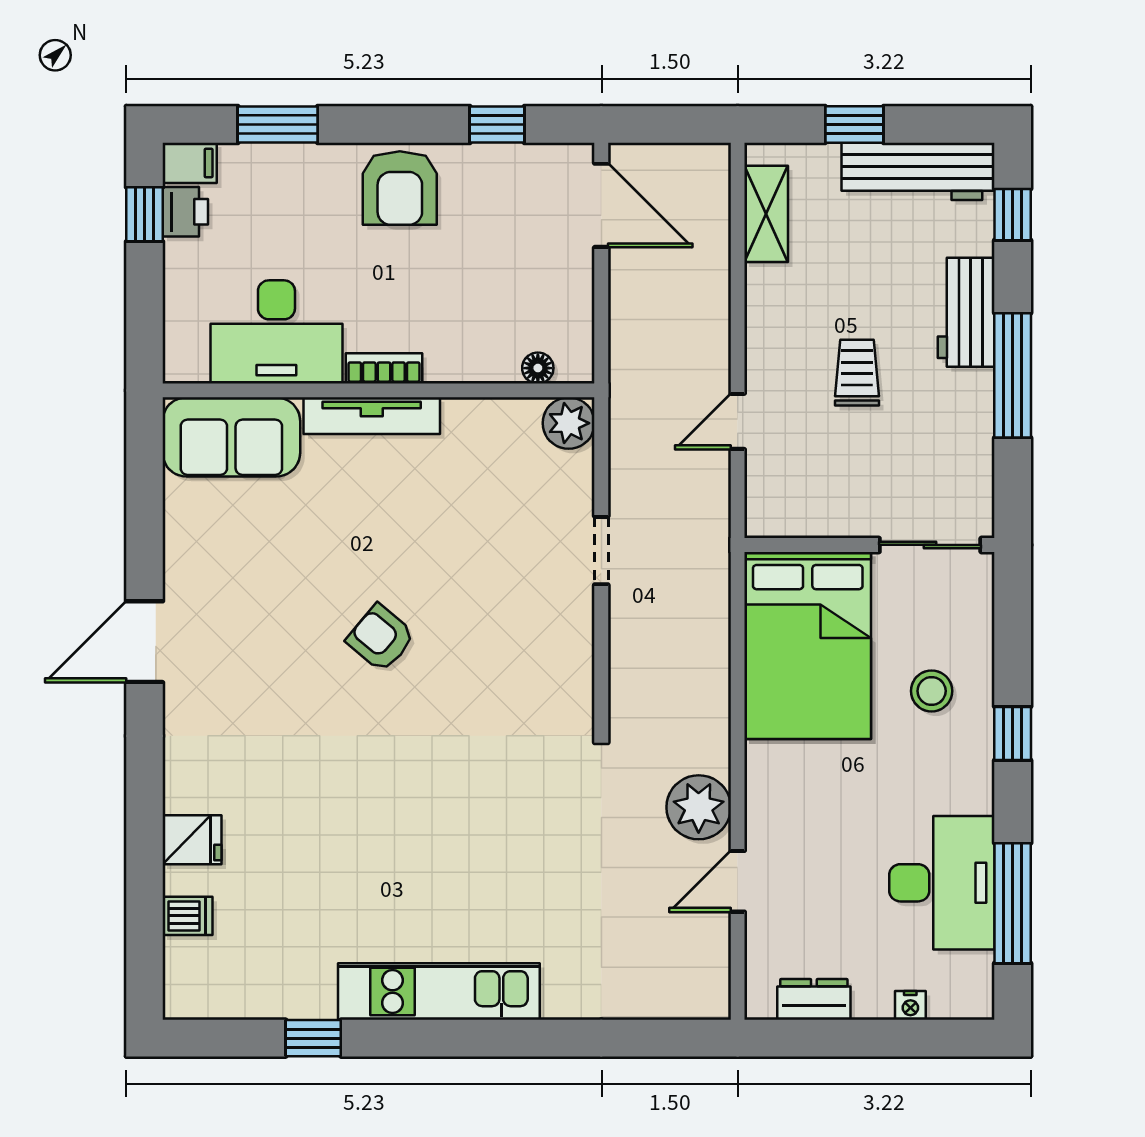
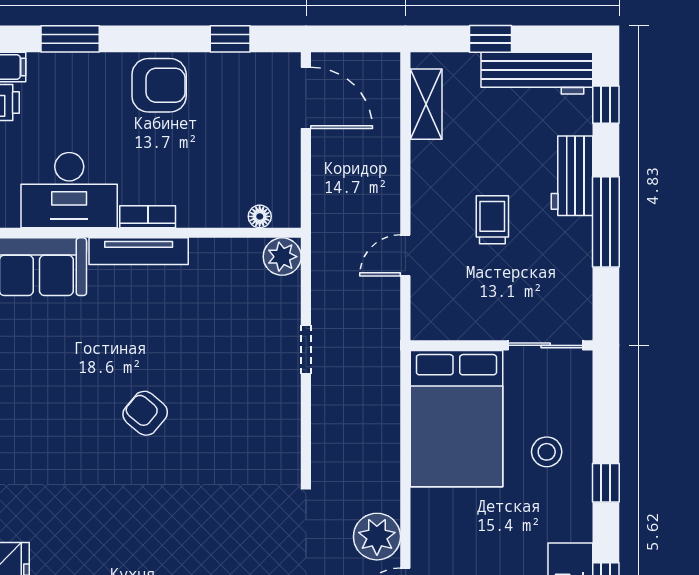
armchair: (400, 188) -> (159, 85), turned -90

